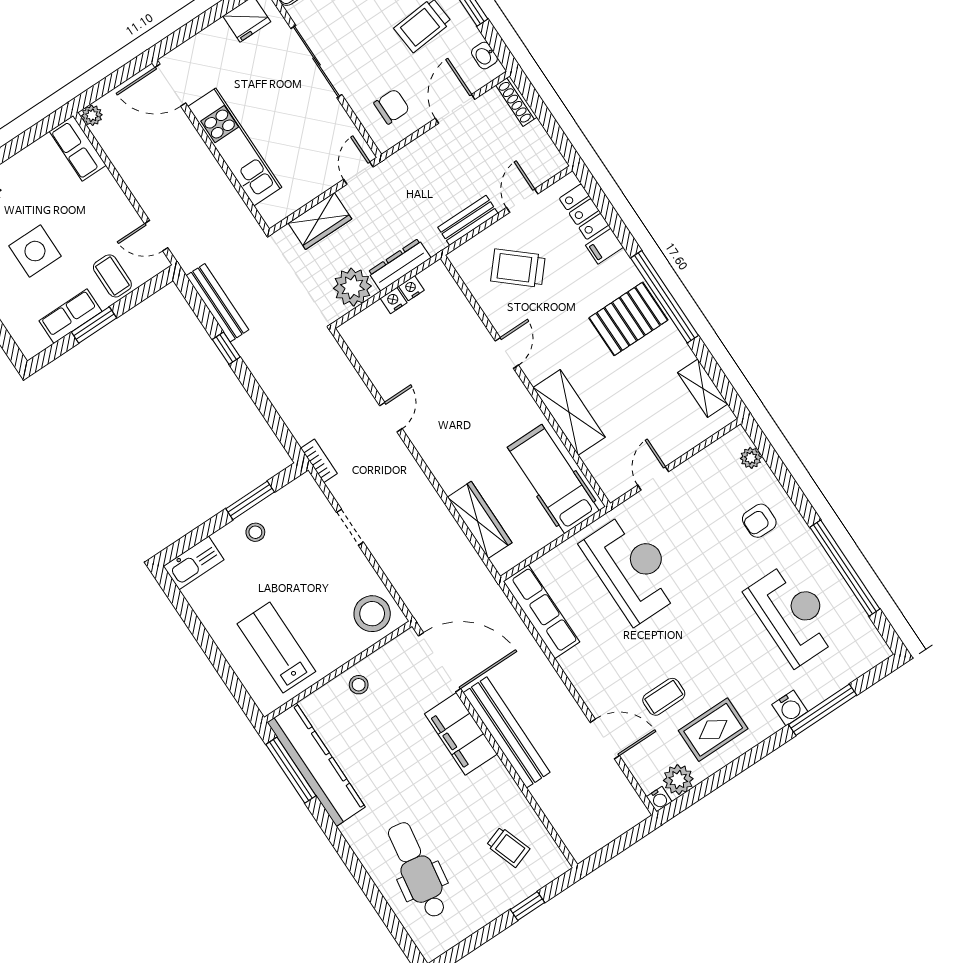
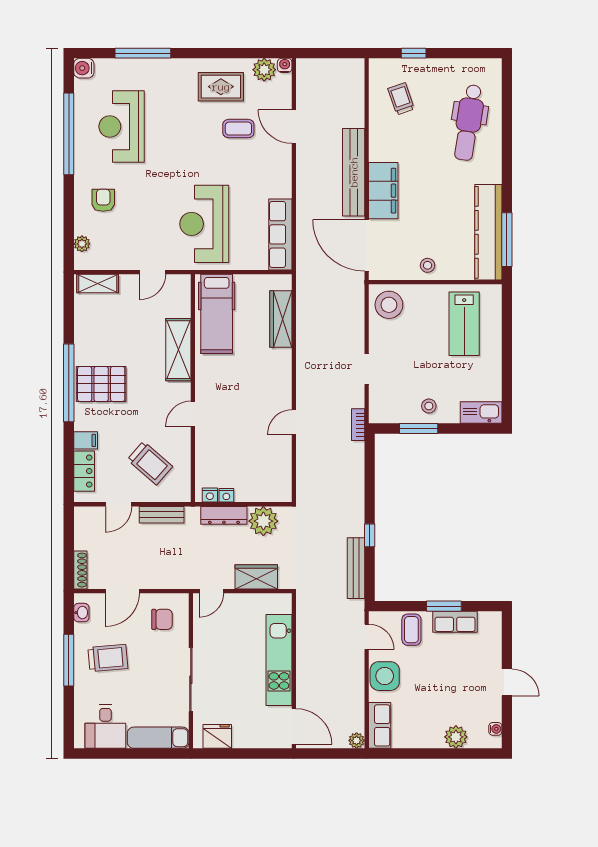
chair: (392, 106) -> (162, 619), turned 180
side table: (35, 251) -> (385, 676), moved
nightstand: (394, 300) -> (210, 495), moved
shelving: (703, 388) -> (98, 283), moved, turned 90
armchair: (759, 521) -> (103, 200), turned -90
water cooler: (790, 708) -> (84, 68), moved, turned -90

